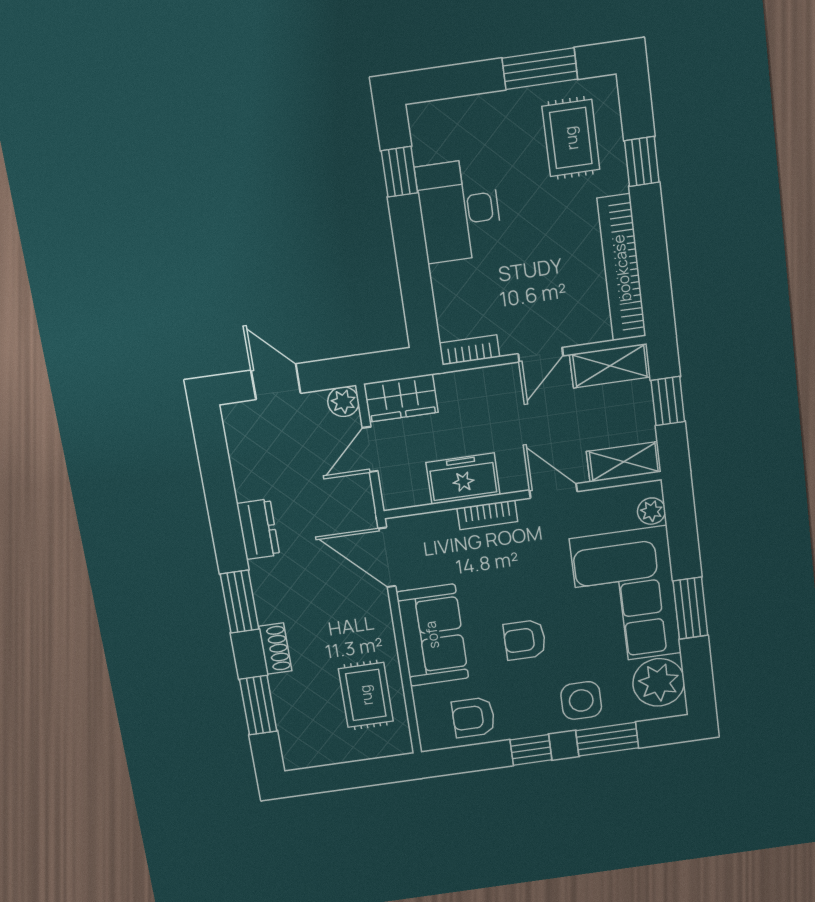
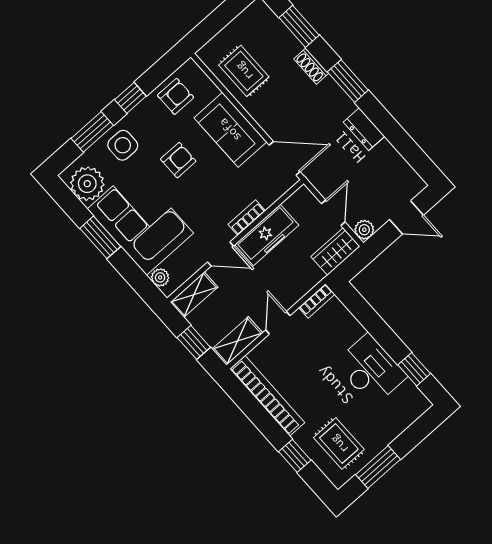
freezer: (463, 479) -> (267, 235), width x1.40

